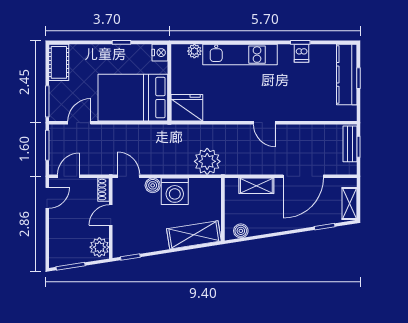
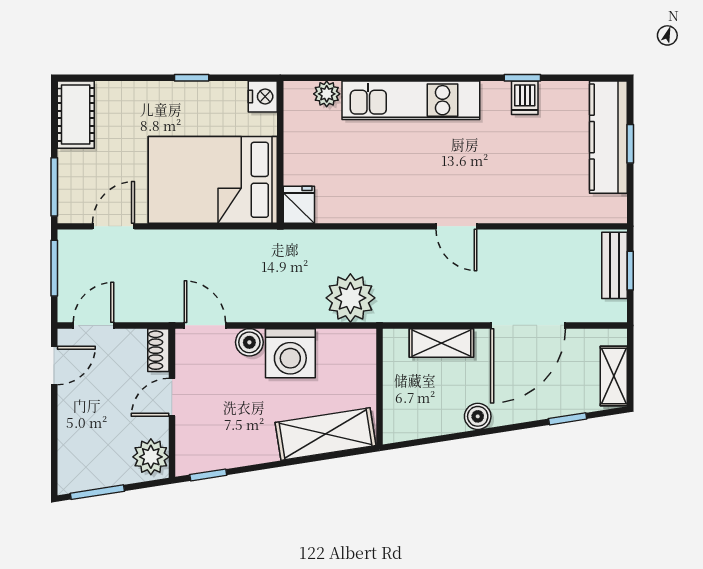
fridge: (187, 108) -> (299, 205), width x0.53, depth x0.75
boiler: (241, 231) -> (478, 416), moved

